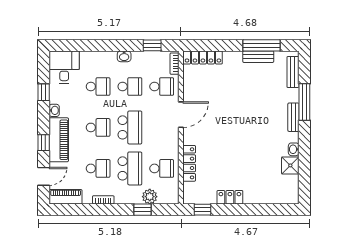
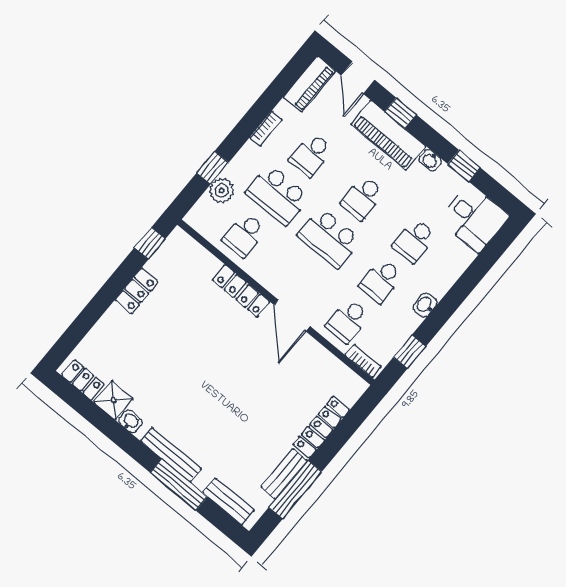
locker: (203, 57) -> (321, 427), moved
bench: (293, 117) -> (171, 455), width x1.36
locker: (189, 163) -> (241, 291), moved
locker: (293, 188) -> (83, 380), added

